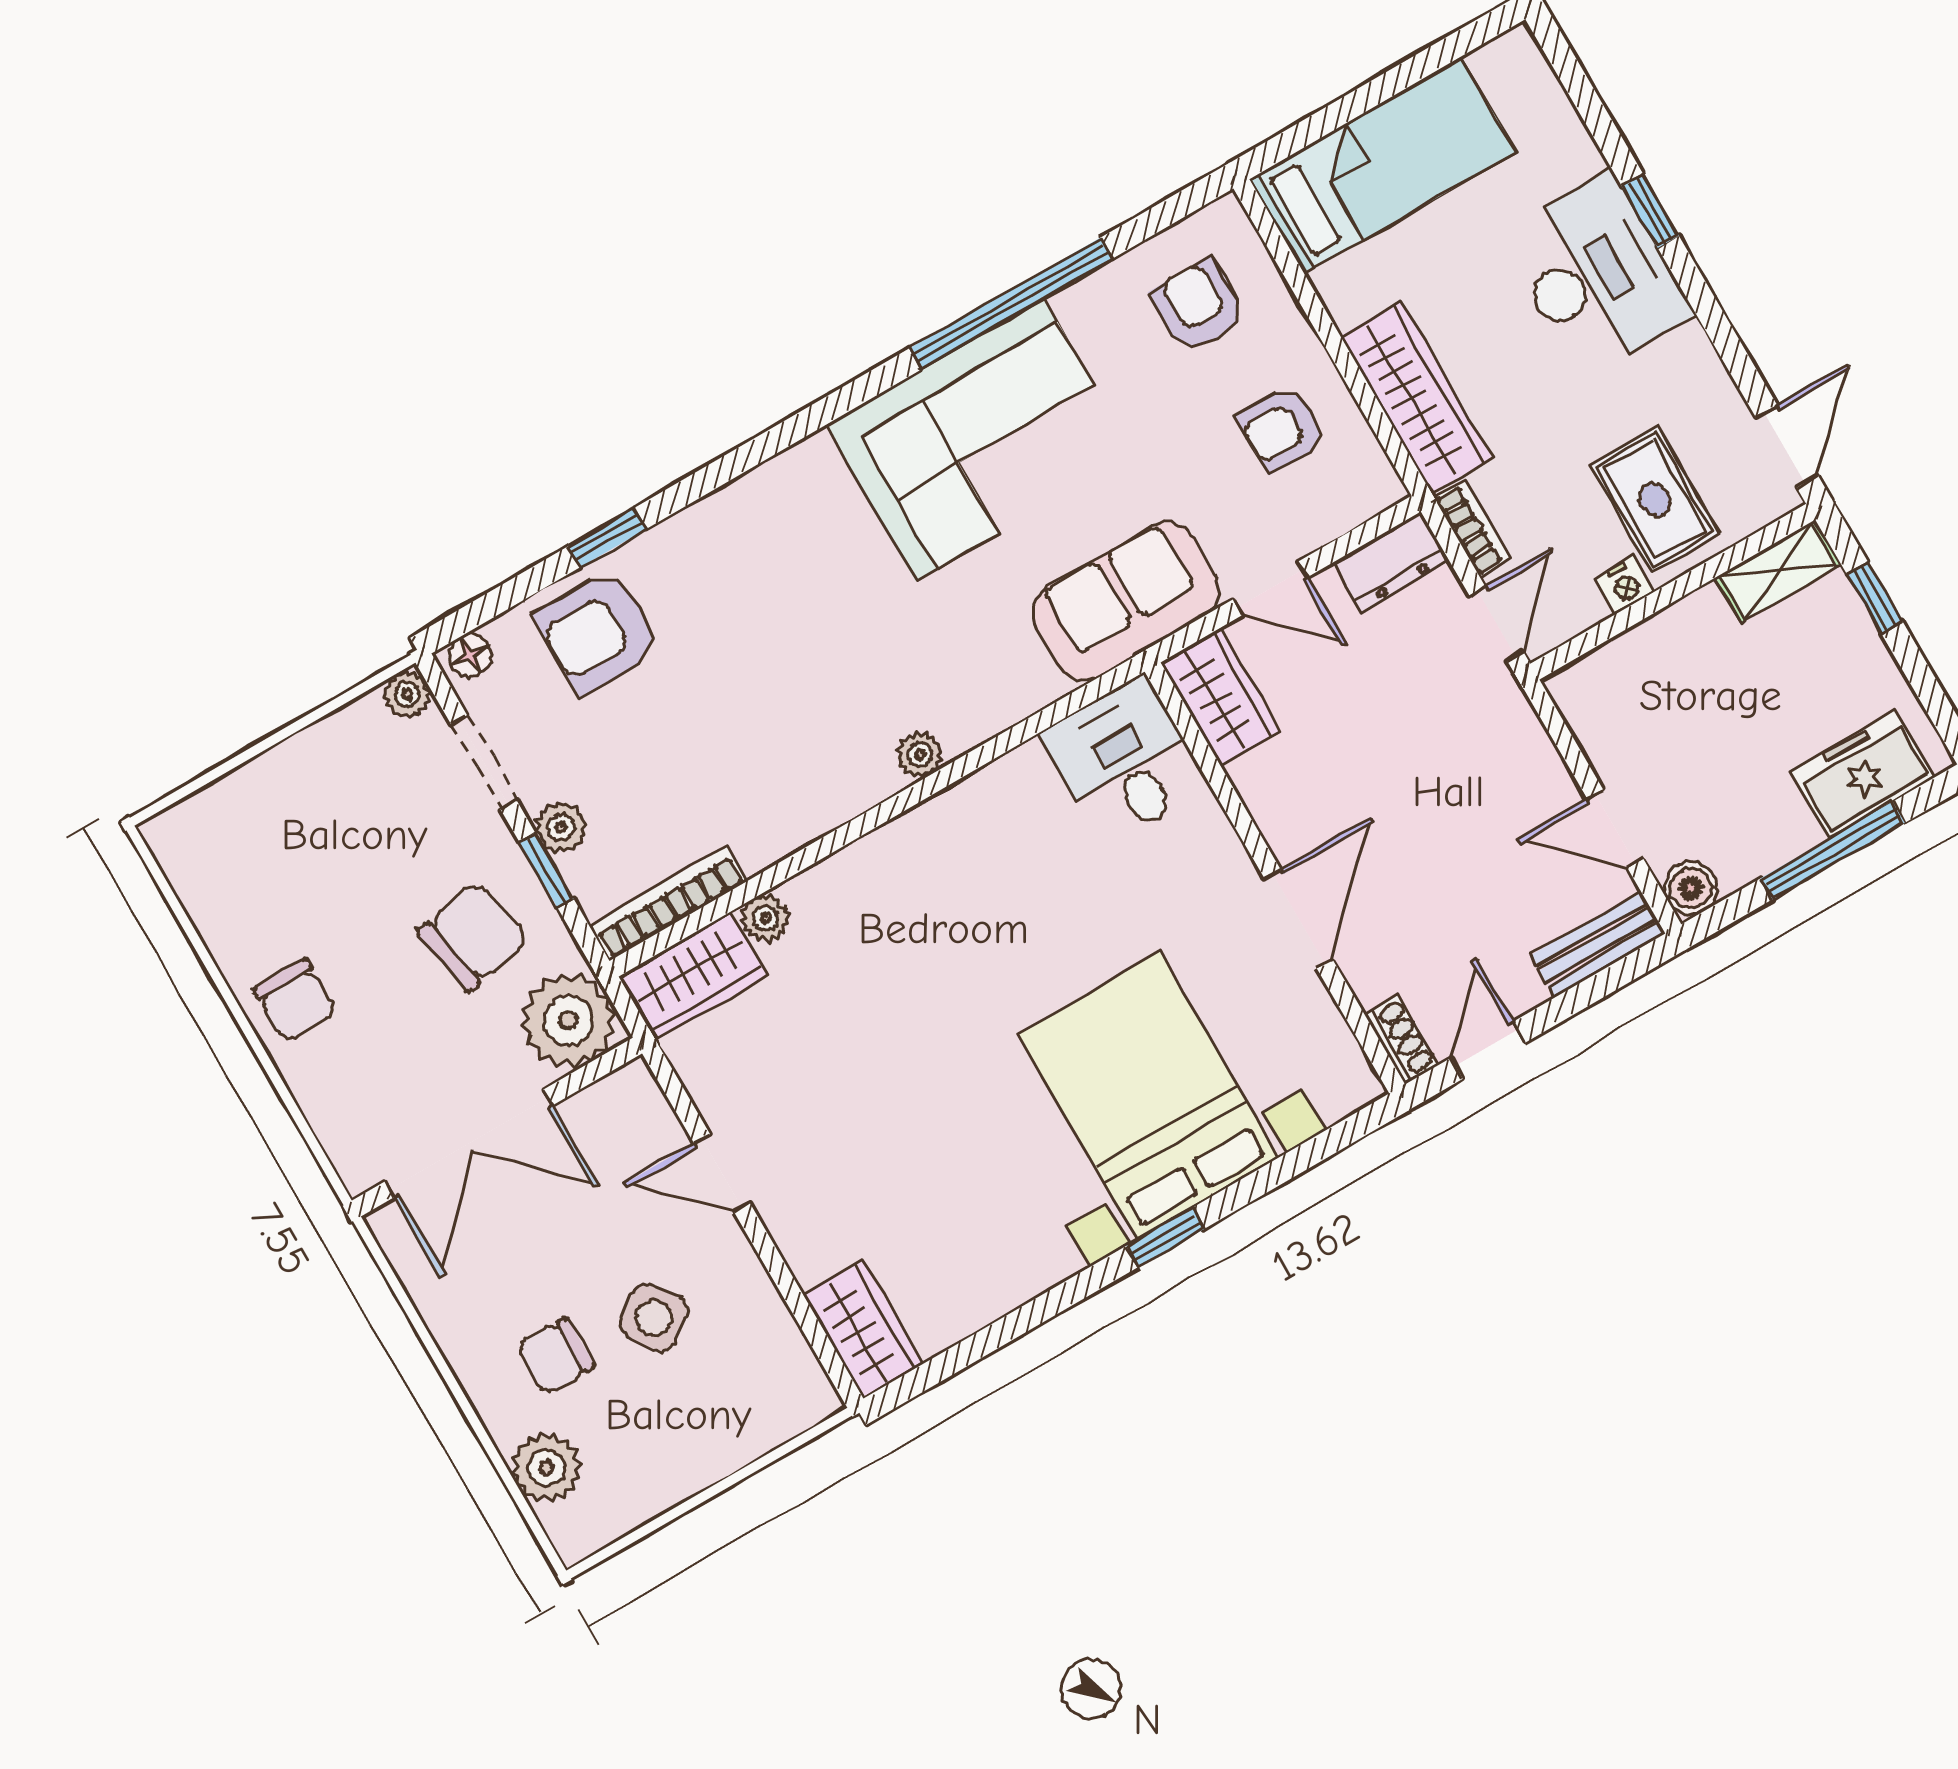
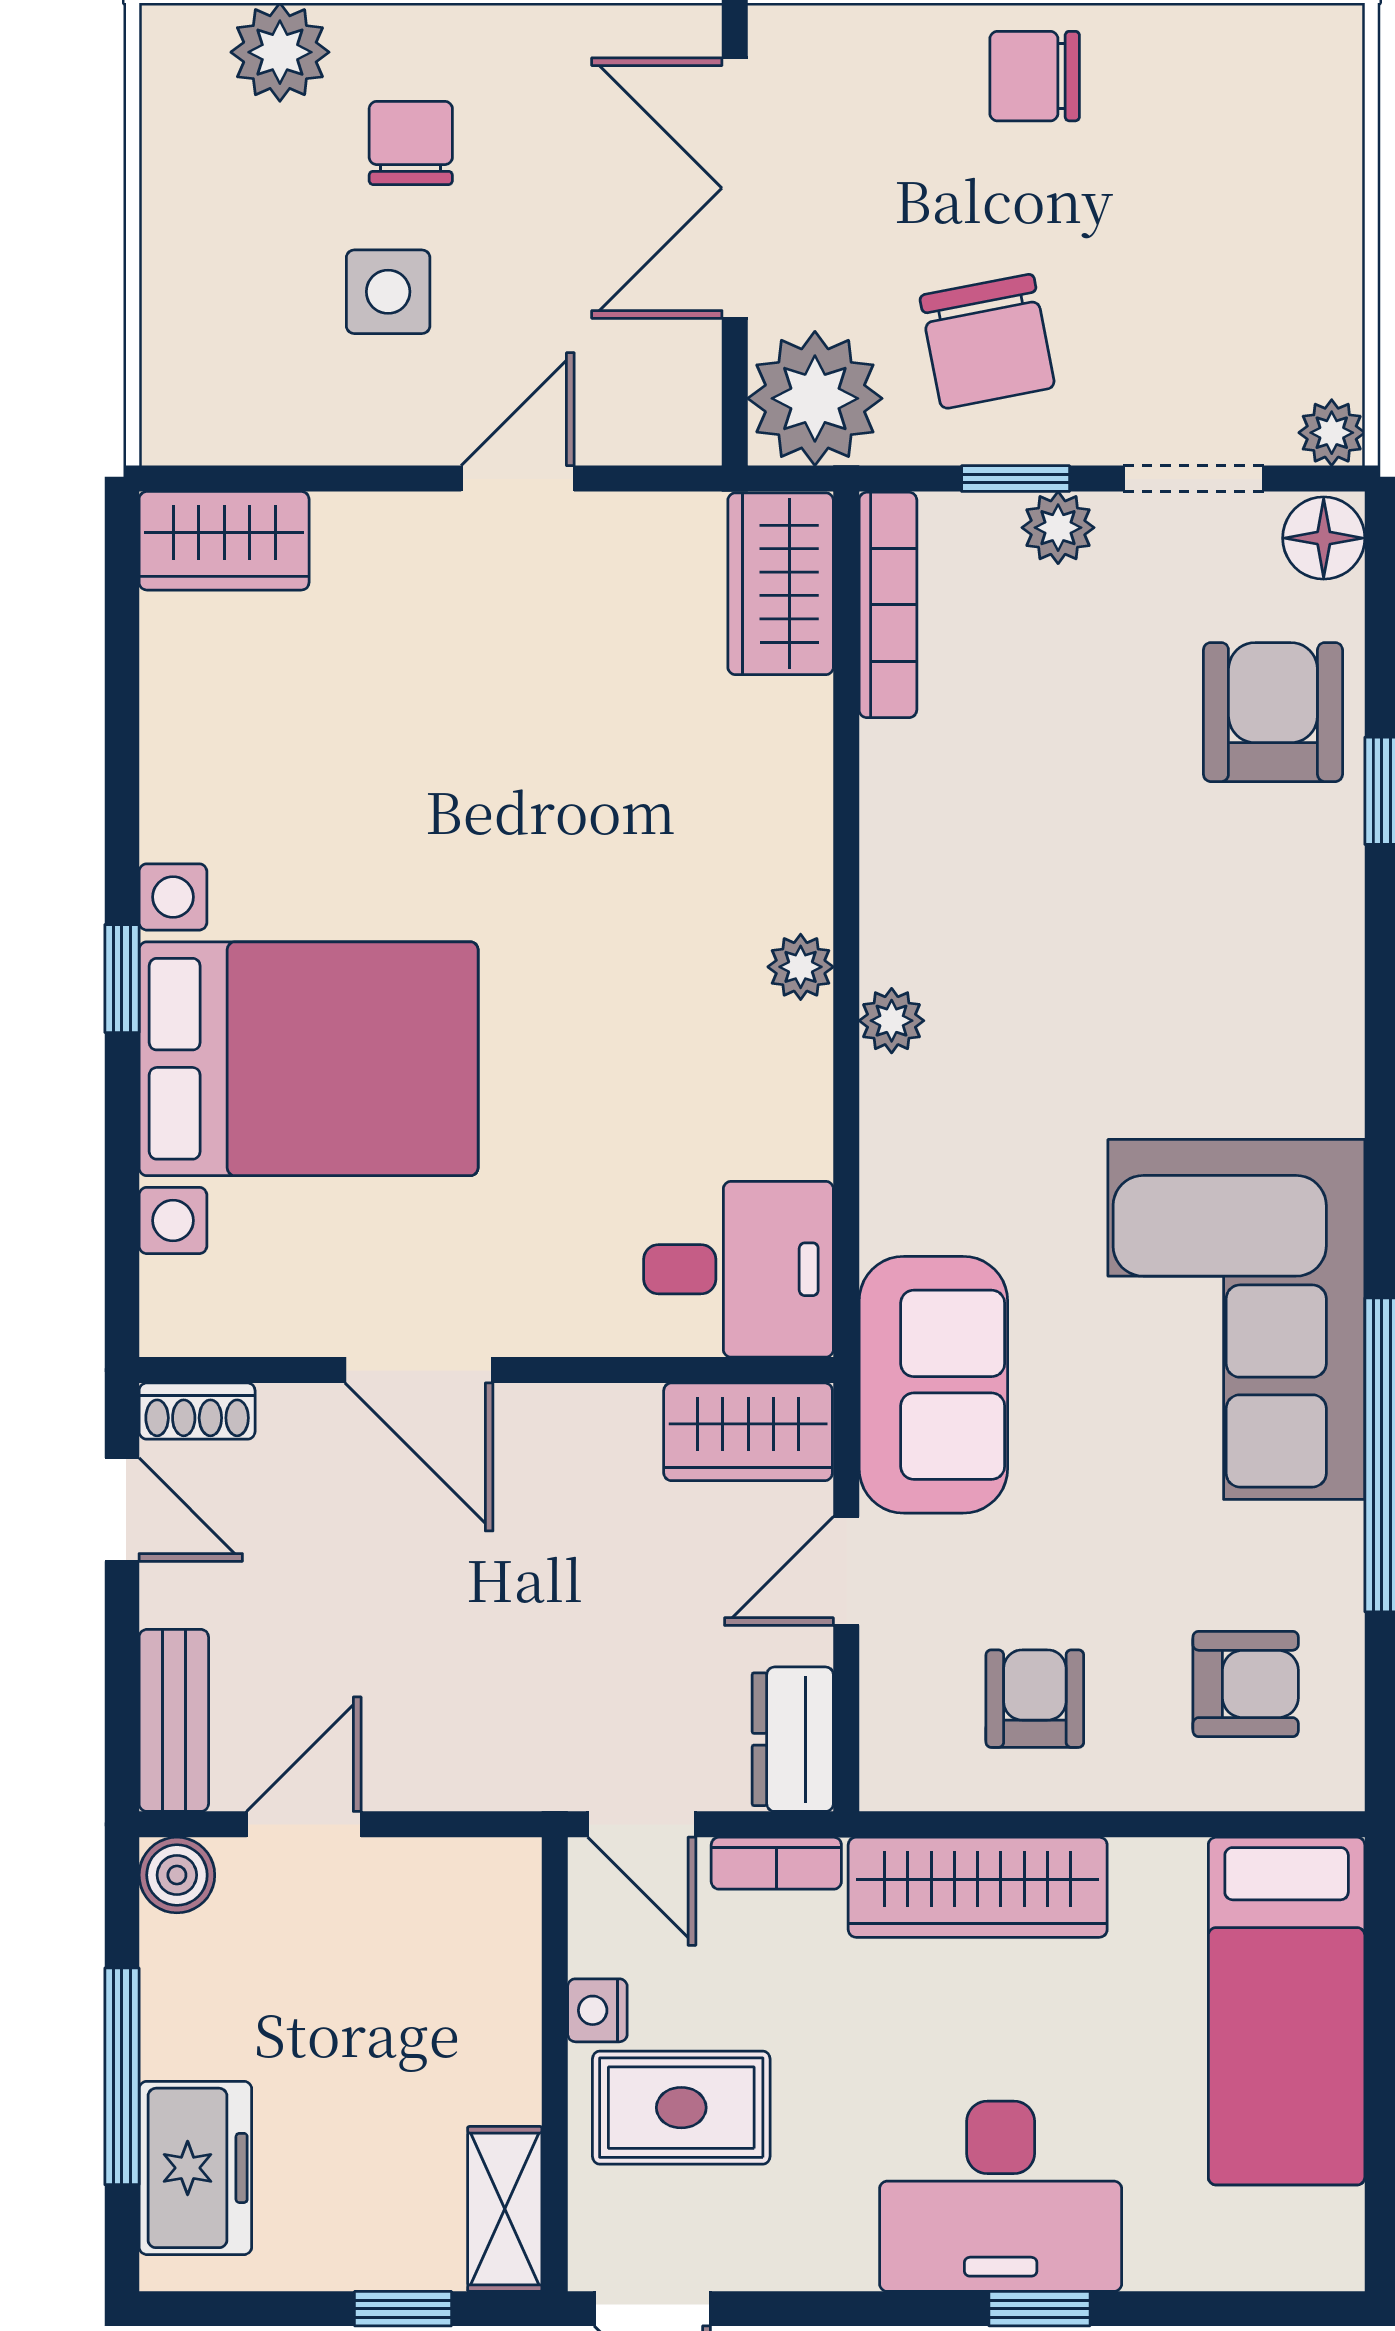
floor lamp: (470, 655) -> (1324, 538), width x1.37, depth x1.37
plant: (766, 918) -> (801, 967), moved
side table: (654, 1318) -> (388, 292), turned 35

